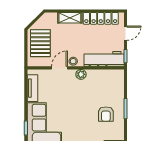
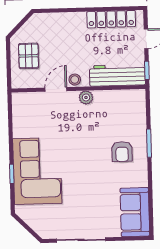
shelving: (70, 18) -> (68, 20), removed
pallet: (40, 43) -> (29, 56), width x0.67, depth x0.71
tv unit: (32, 88) -> (19, 118), removed

